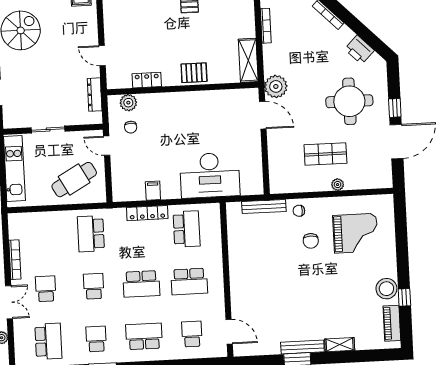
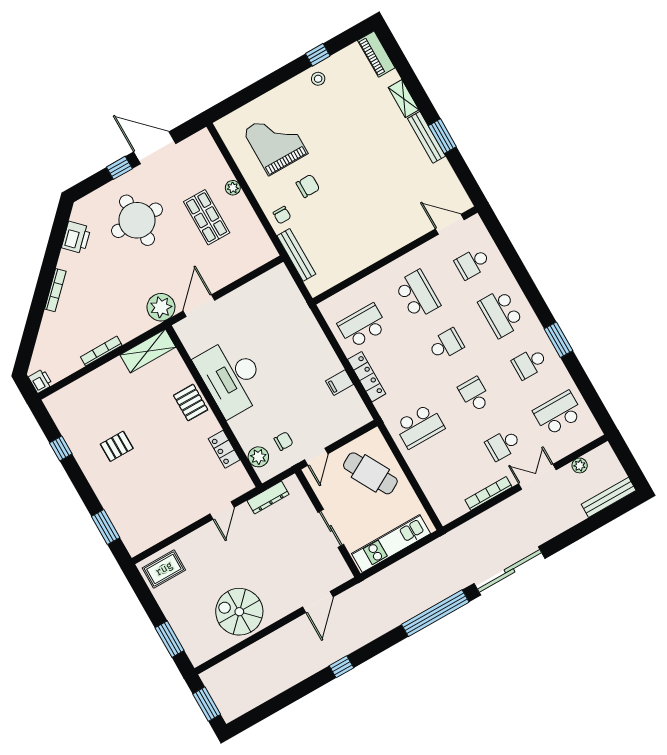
desk: (210, 175) -> (232, 377), moved, turned 180
school desk: (141, 284) -> (446, 345), width x0.54
school desk: (94, 286) -> (475, 395), turned 90
stool: (386, 289) -> (318, 79), width x0.53, depth x0.53
piano: (392, 323) -> (376, 54), moved, turned 90
door: (229, 332) -> (450, 224), hinge flipped

